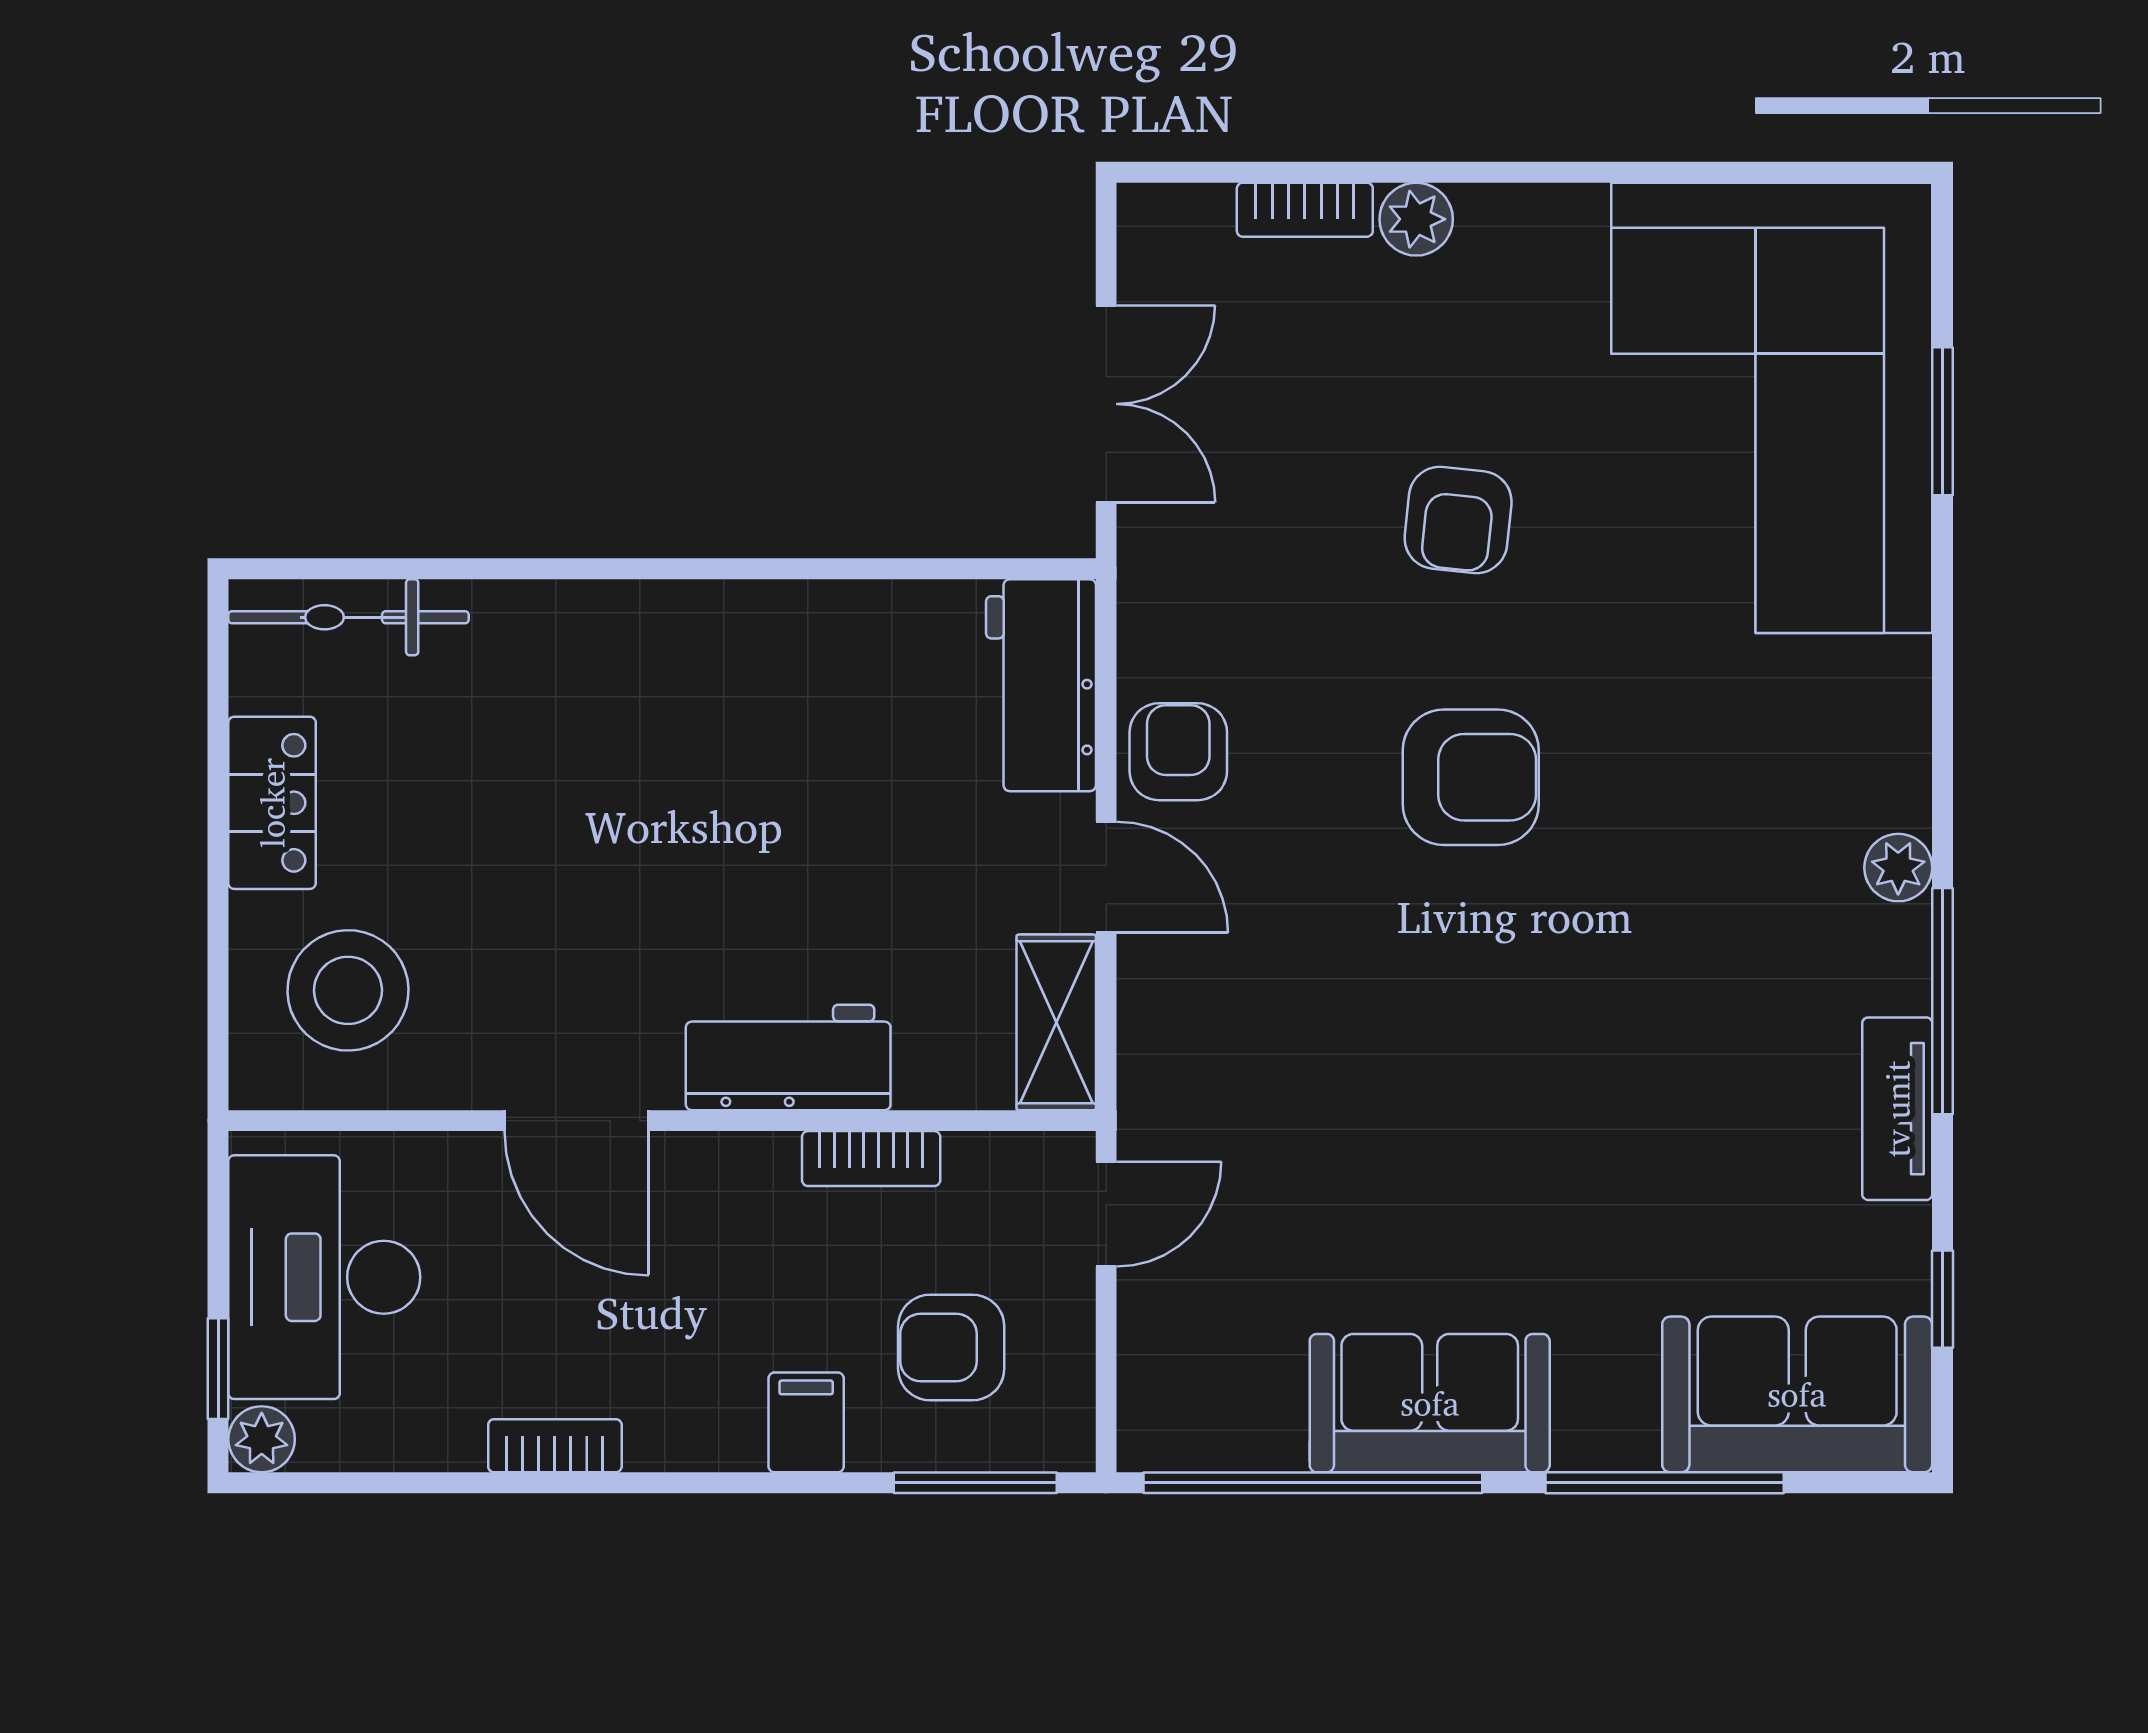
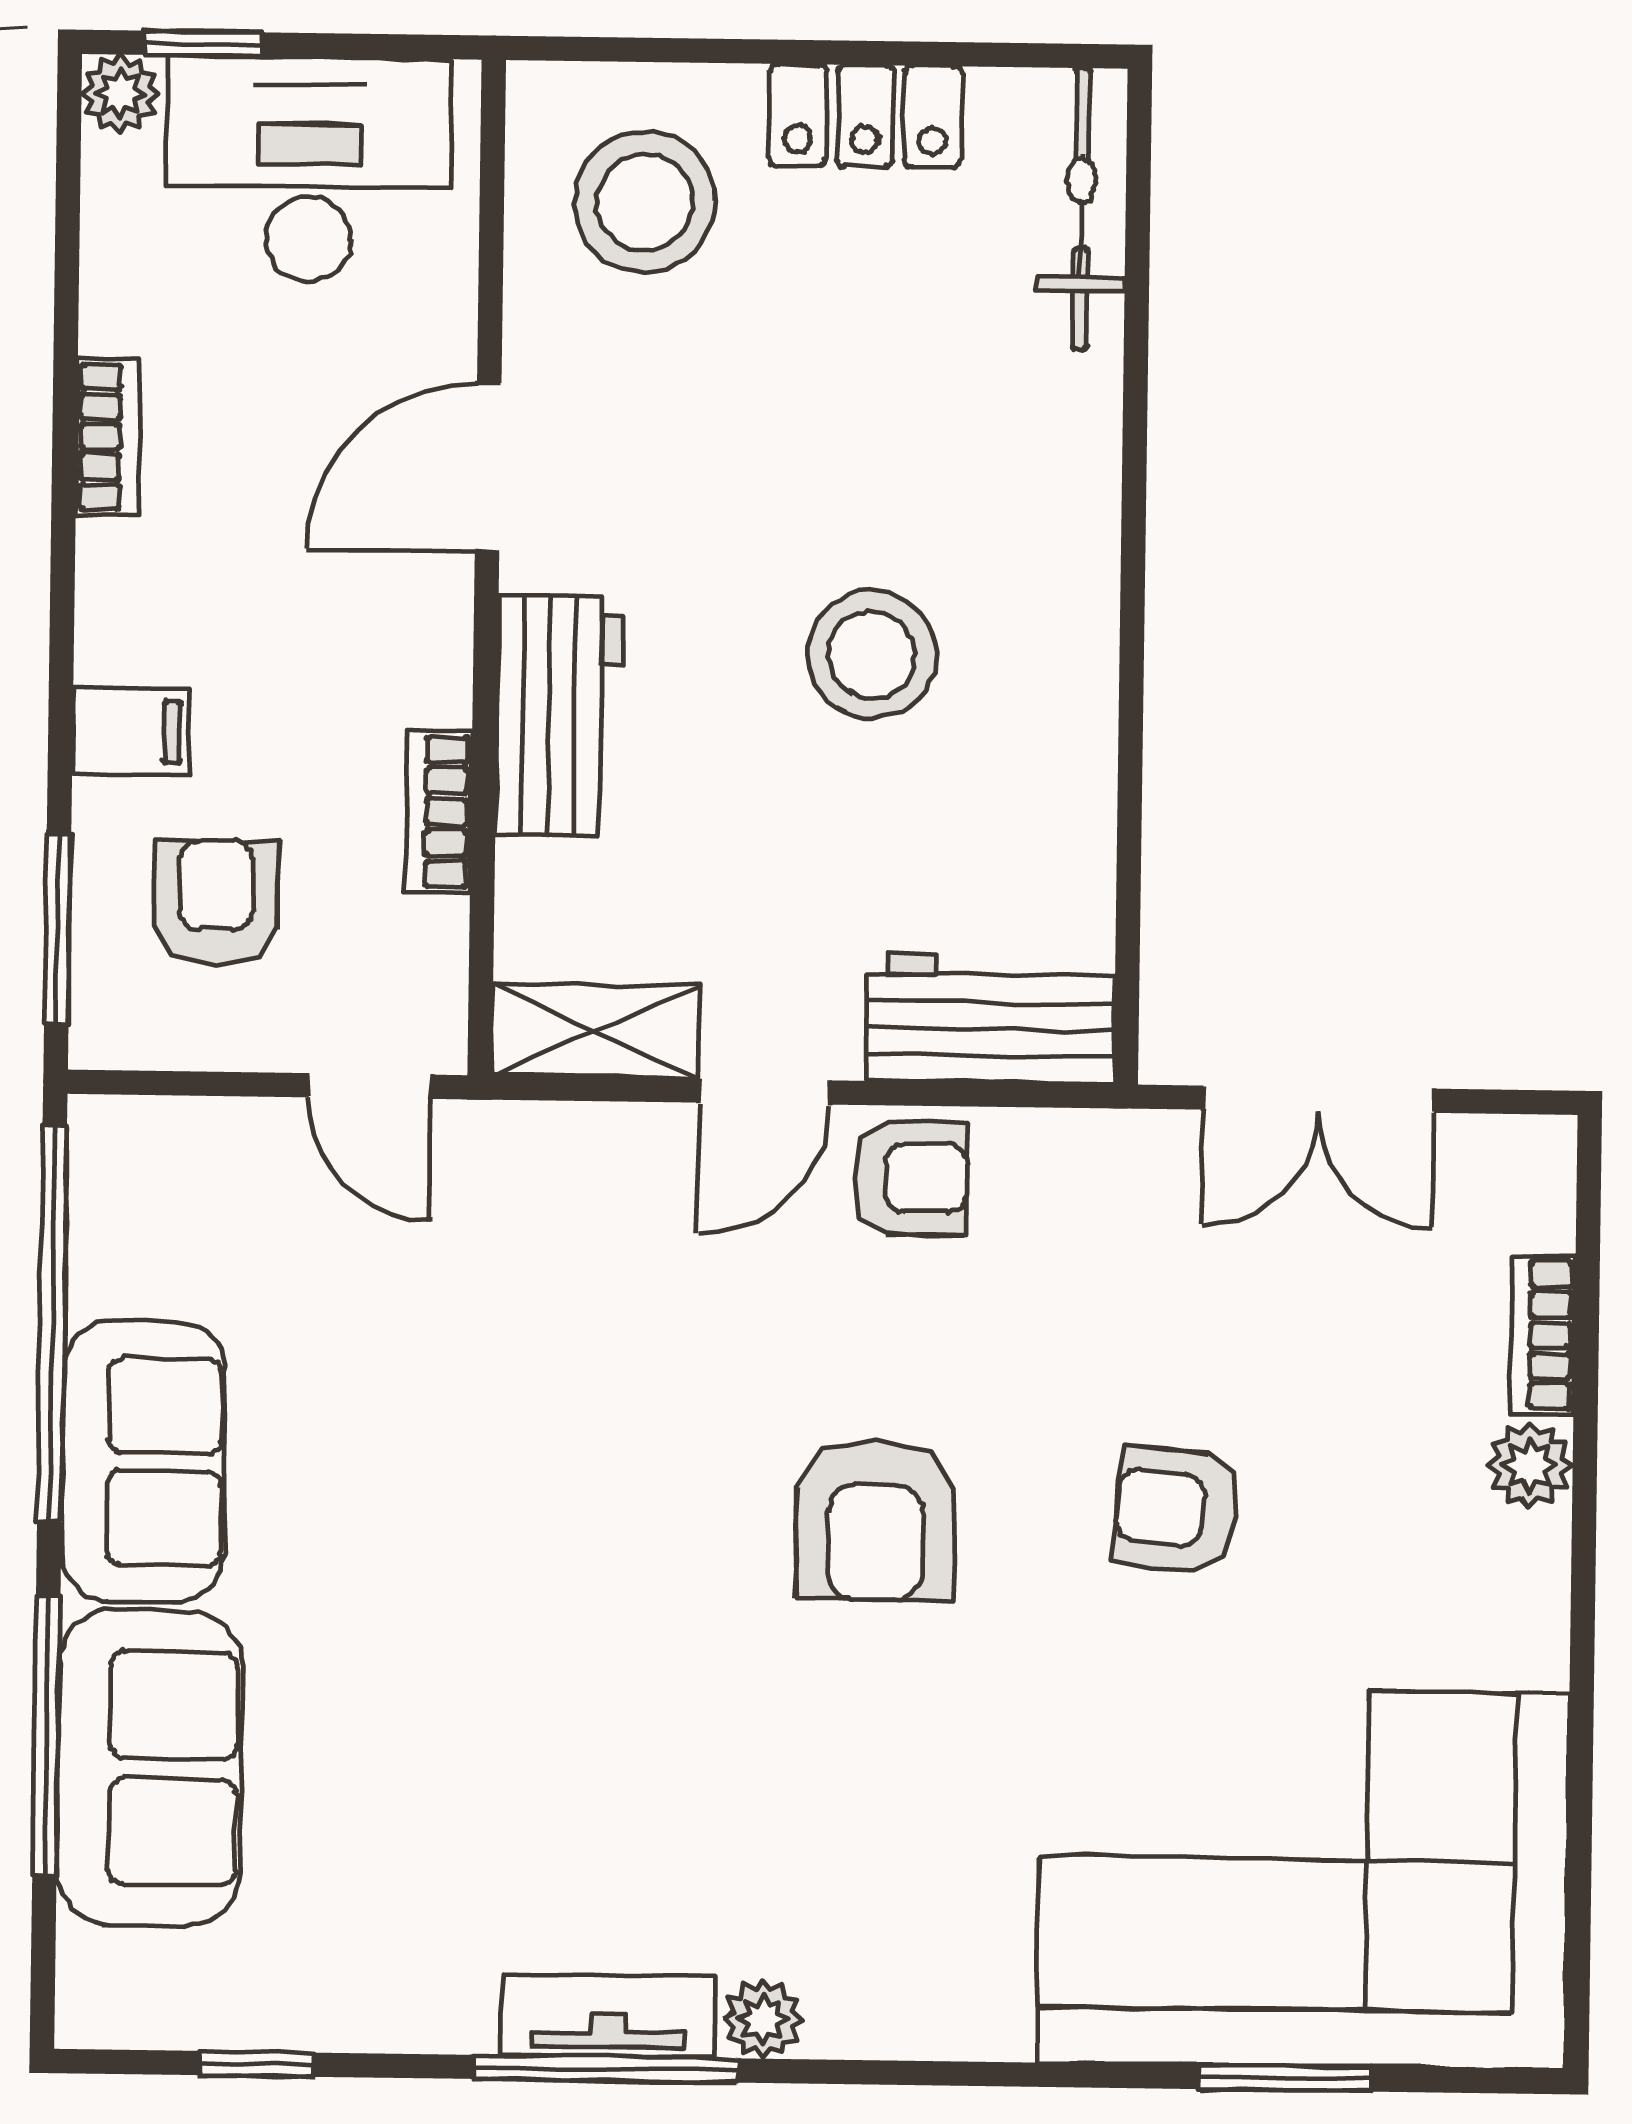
stool: (732, 791) -> (872, 655), added
tv unit: (1897, 1109) -> (608, 2016), moved
sofa: (1797, 1394) -> (149, 1768), moved

